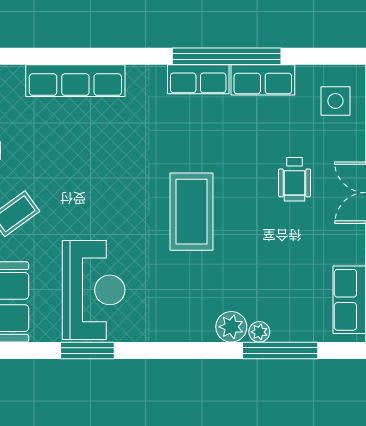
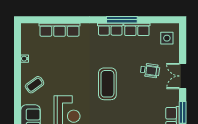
window: (227, 56) -> (122, 20), width x0.68
wheelchair: (295, 179) -> (150, 70), turned -82

